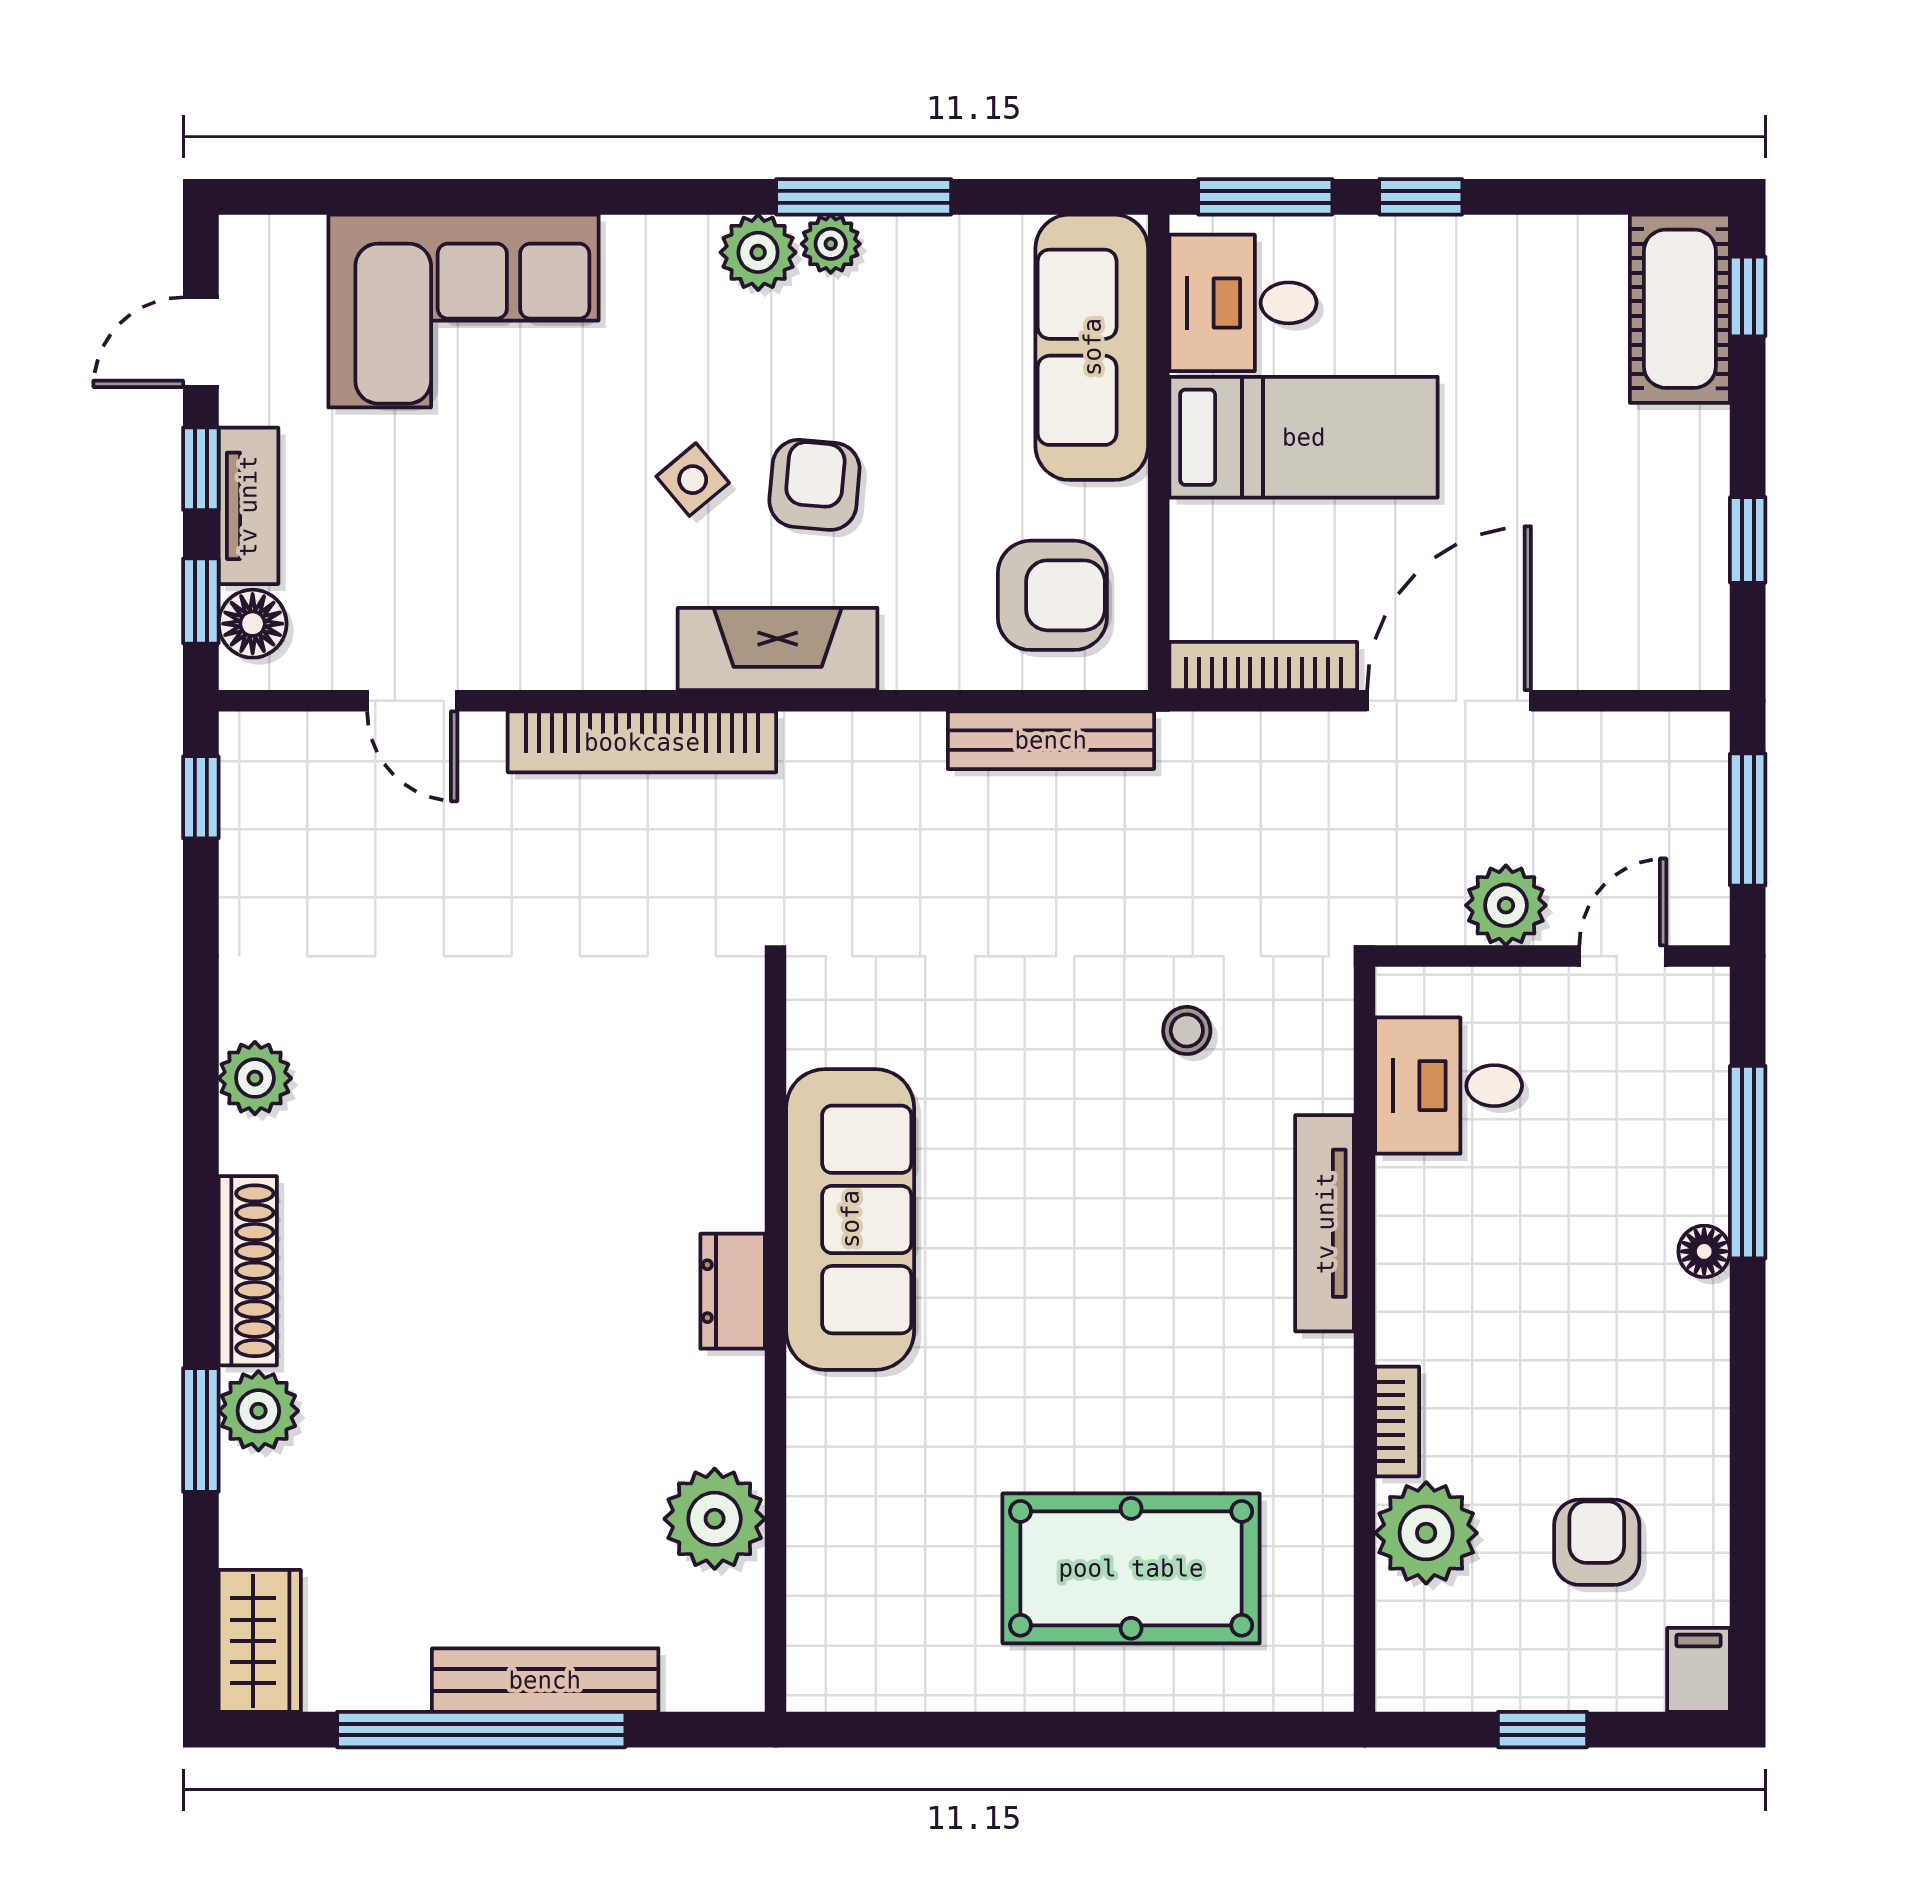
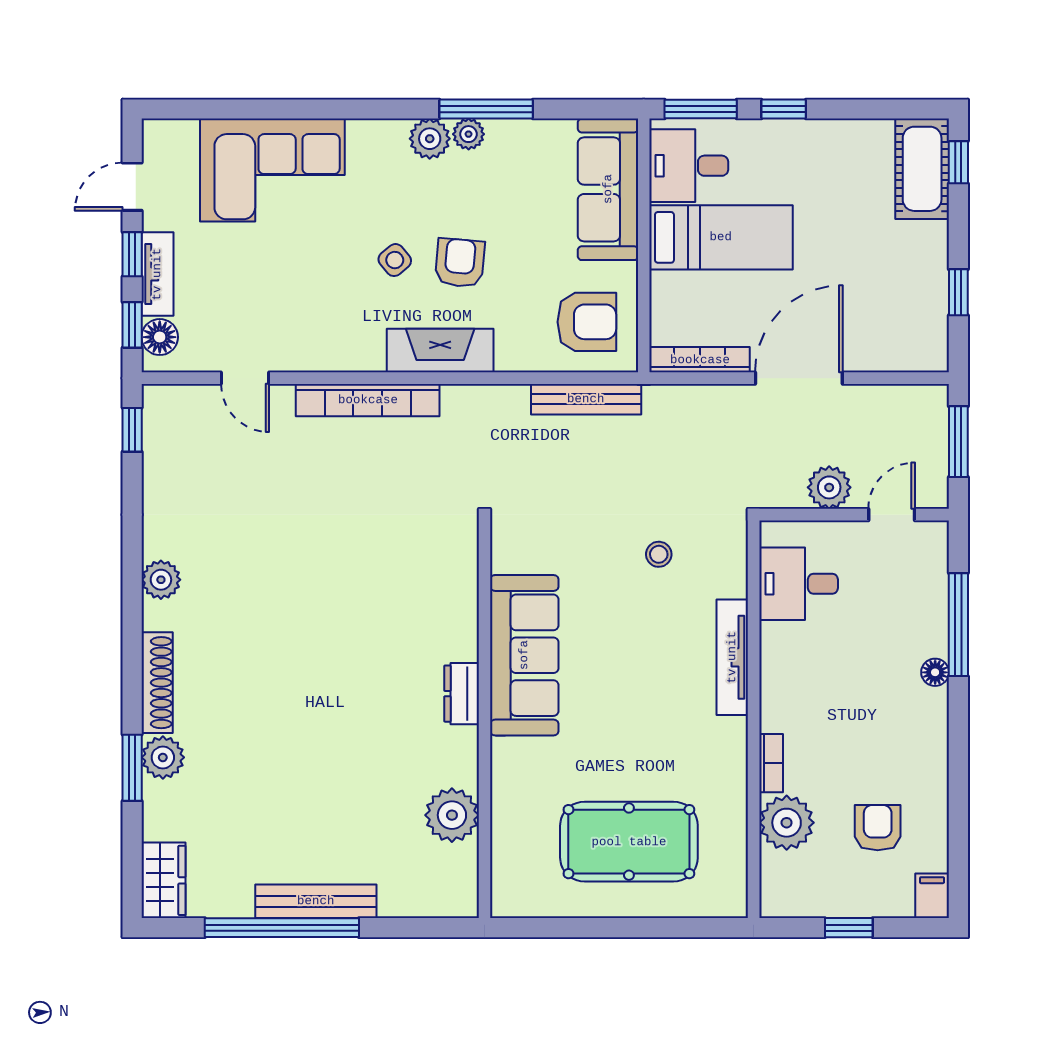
sofa: (850, 1219) -> (524, 655), moved
dresser: (733, 1291) -> (462, 694), moved
wall: (776, 1339) -> (485, 719), moved
plant: (715, 1519) -> (452, 815), moved

